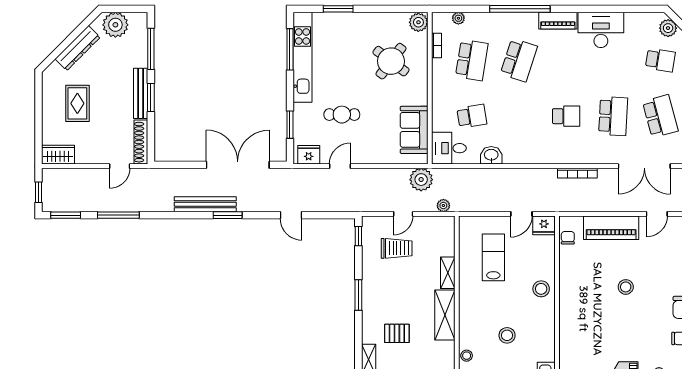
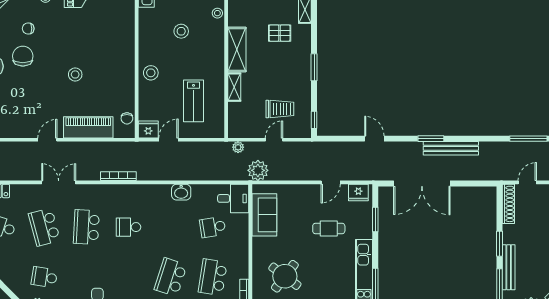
bench: (141, 93) -> (509, 267), moved
washbasin: (491, 155) -> (181, 192), moved
double door: (644, 166) -> (59, 182), width x0.73
trolley: (397, 248) -> (280, 109), turned 180

